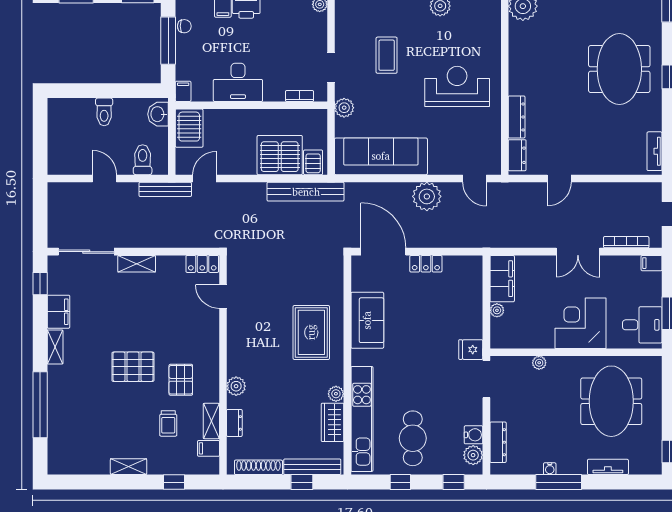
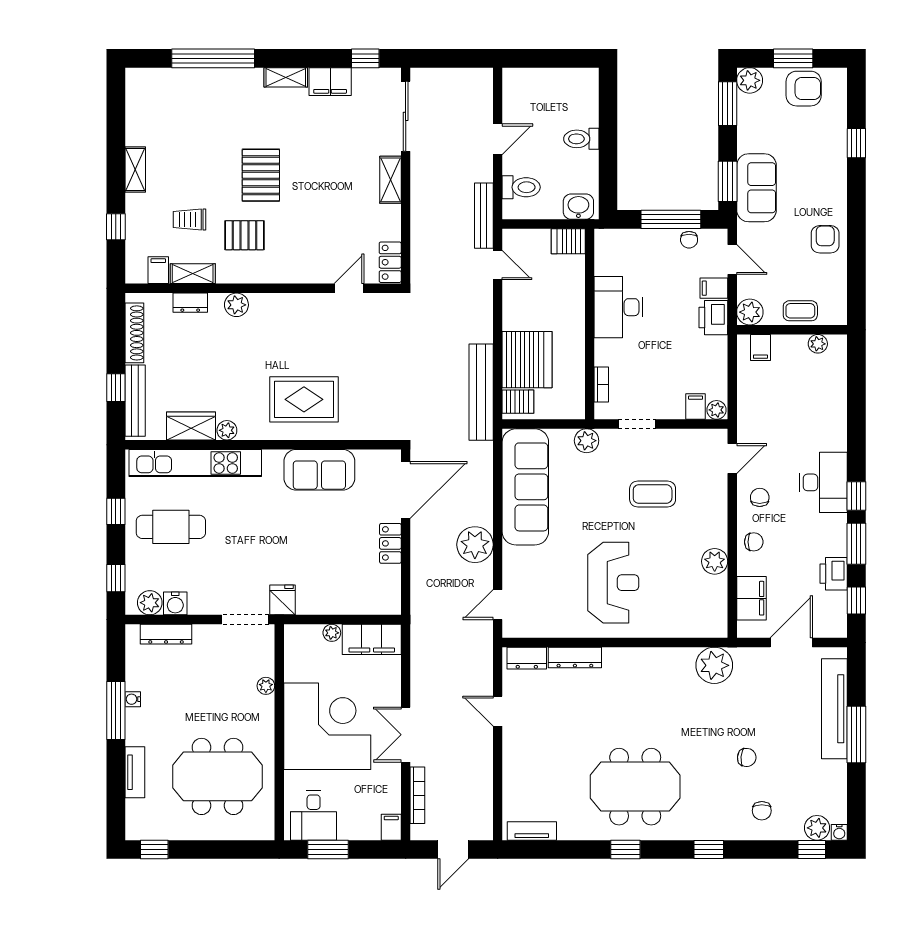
filing cabinet: (183, 91) -> (696, 407), moved, turned -90
server rack: (189, 128) -> (568, 241), width x0.73, depth x0.70
corner desk: (580, 323) -> (327, 726), width x1.36, depth x1.36

